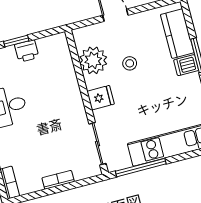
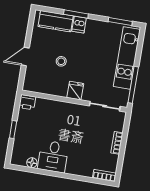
printer: (27, 51) -> (27, 102), moved, turned 90
plant: (93, 60) -> (48, 84), removed

